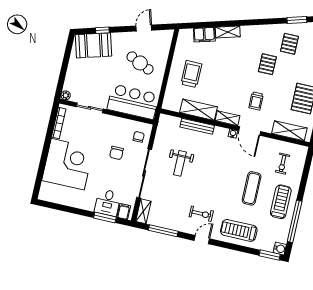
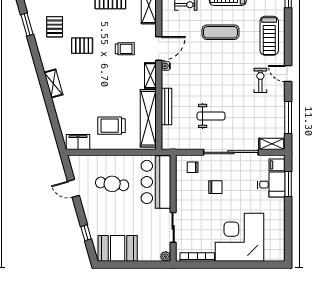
shelving: (228, 32) -> (53, 83), moved
filing cabinet: (204, 35) -> (78, 142), moved, turned -74
pallet: (289, 44) -> (55, 27), turned 90
booth: (93, 45) -> (118, 248), moved, turned -74
cafe table: (140, 63) -> (112, 184), turned 72
shelving: (199, 110) -> (148, 118), width x1.47

